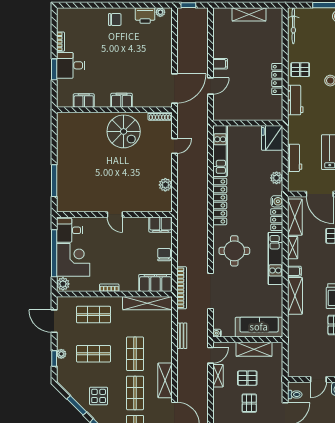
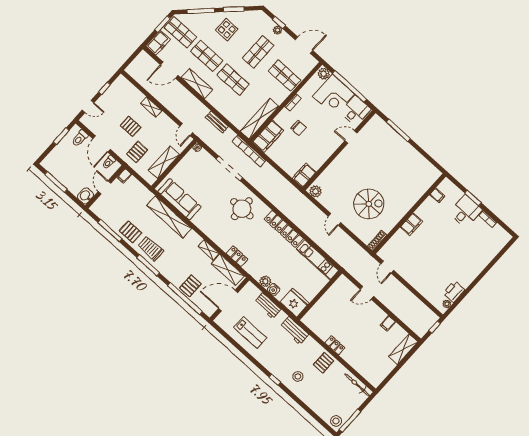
shelving: (249, 14) -> (403, 349), moved
chair: (115, 20) -> (470, 269), removed
filing cabinet: (220, 64) -> (388, 323), moved
locker: (277, 79) -> (335, 345), width x0.66
door: (211, 86) -> (367, 293), hinge flipped
door: (174, 88) -> (387, 267), width x0.53
workbench: (295, 100) -> (294, 330), moved
filing cabinet: (84, 101) -> (437, 195), width x0.50
spiral stairs: (124, 131) -> (369, 204), moved, turned 180
door: (174, 146) -> (335, 219), moved
plant: (165, 185) -> (316, 191), moved
water cooler: (277, 201) -> (274, 289), moved
door: (115, 214) -> (351, 137), moved
chair: (164, 255) -> (299, 128), moved
kitchen unit: (275, 258) -> (212, 232), removed
filing cabinet: (294, 271) -> (124, 176), moved
shelving: (295, 296) -> (169, 217), width x1.47
shop shelf: (94, 315) -> (284, 76), turned 90
sofa: (259, 327) -> (179, 199), moved, turned -90
shelving: (218, 376) -> (151, 107), moved
pallet: (247, 378) -> (137, 152), moved

